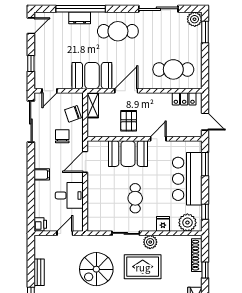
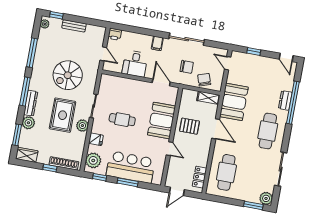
sliding door: (31, 121) -> (187, 39), moved
window: (205, 164) -> (128, 182), moved
spiral stairs: (96, 269) -> (68, 75), turned -90

